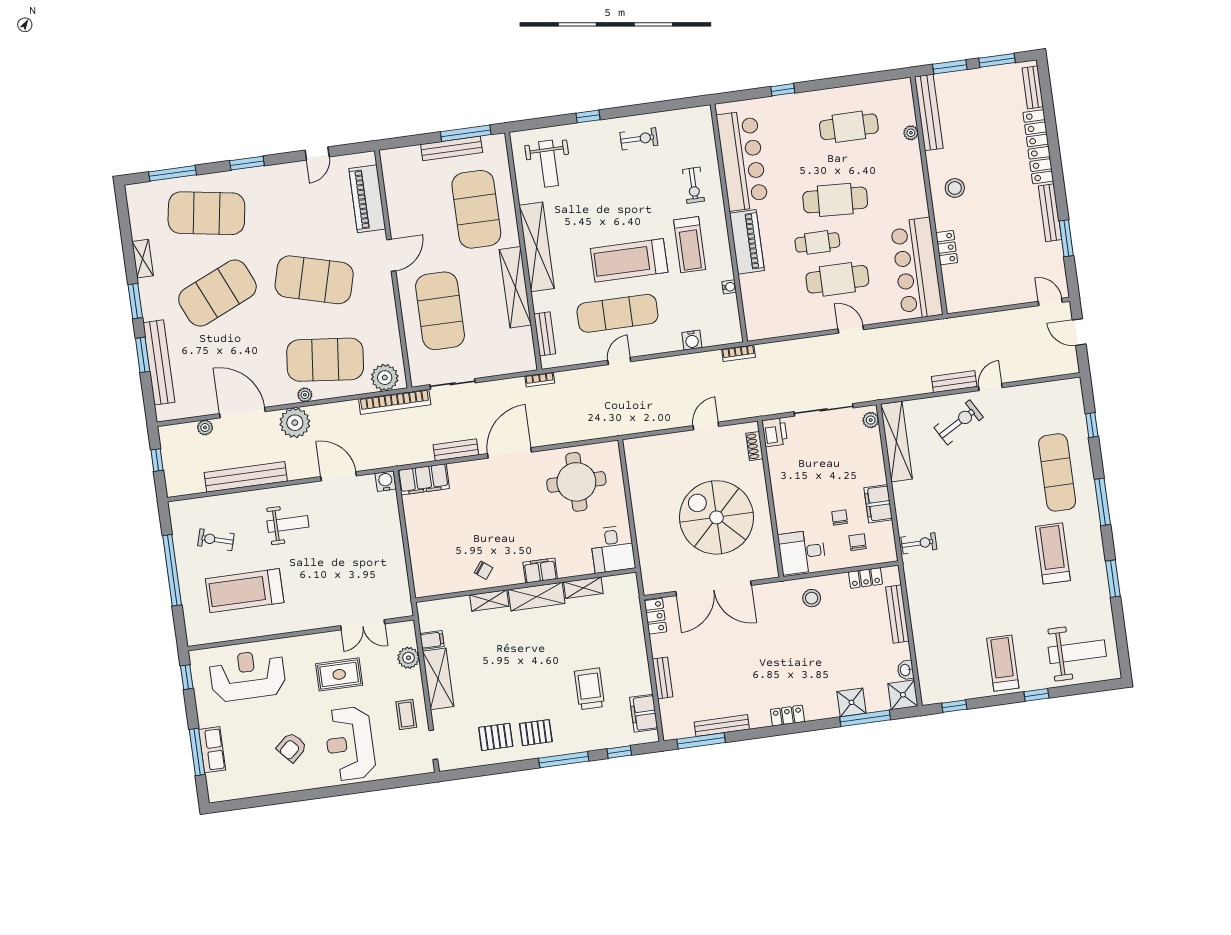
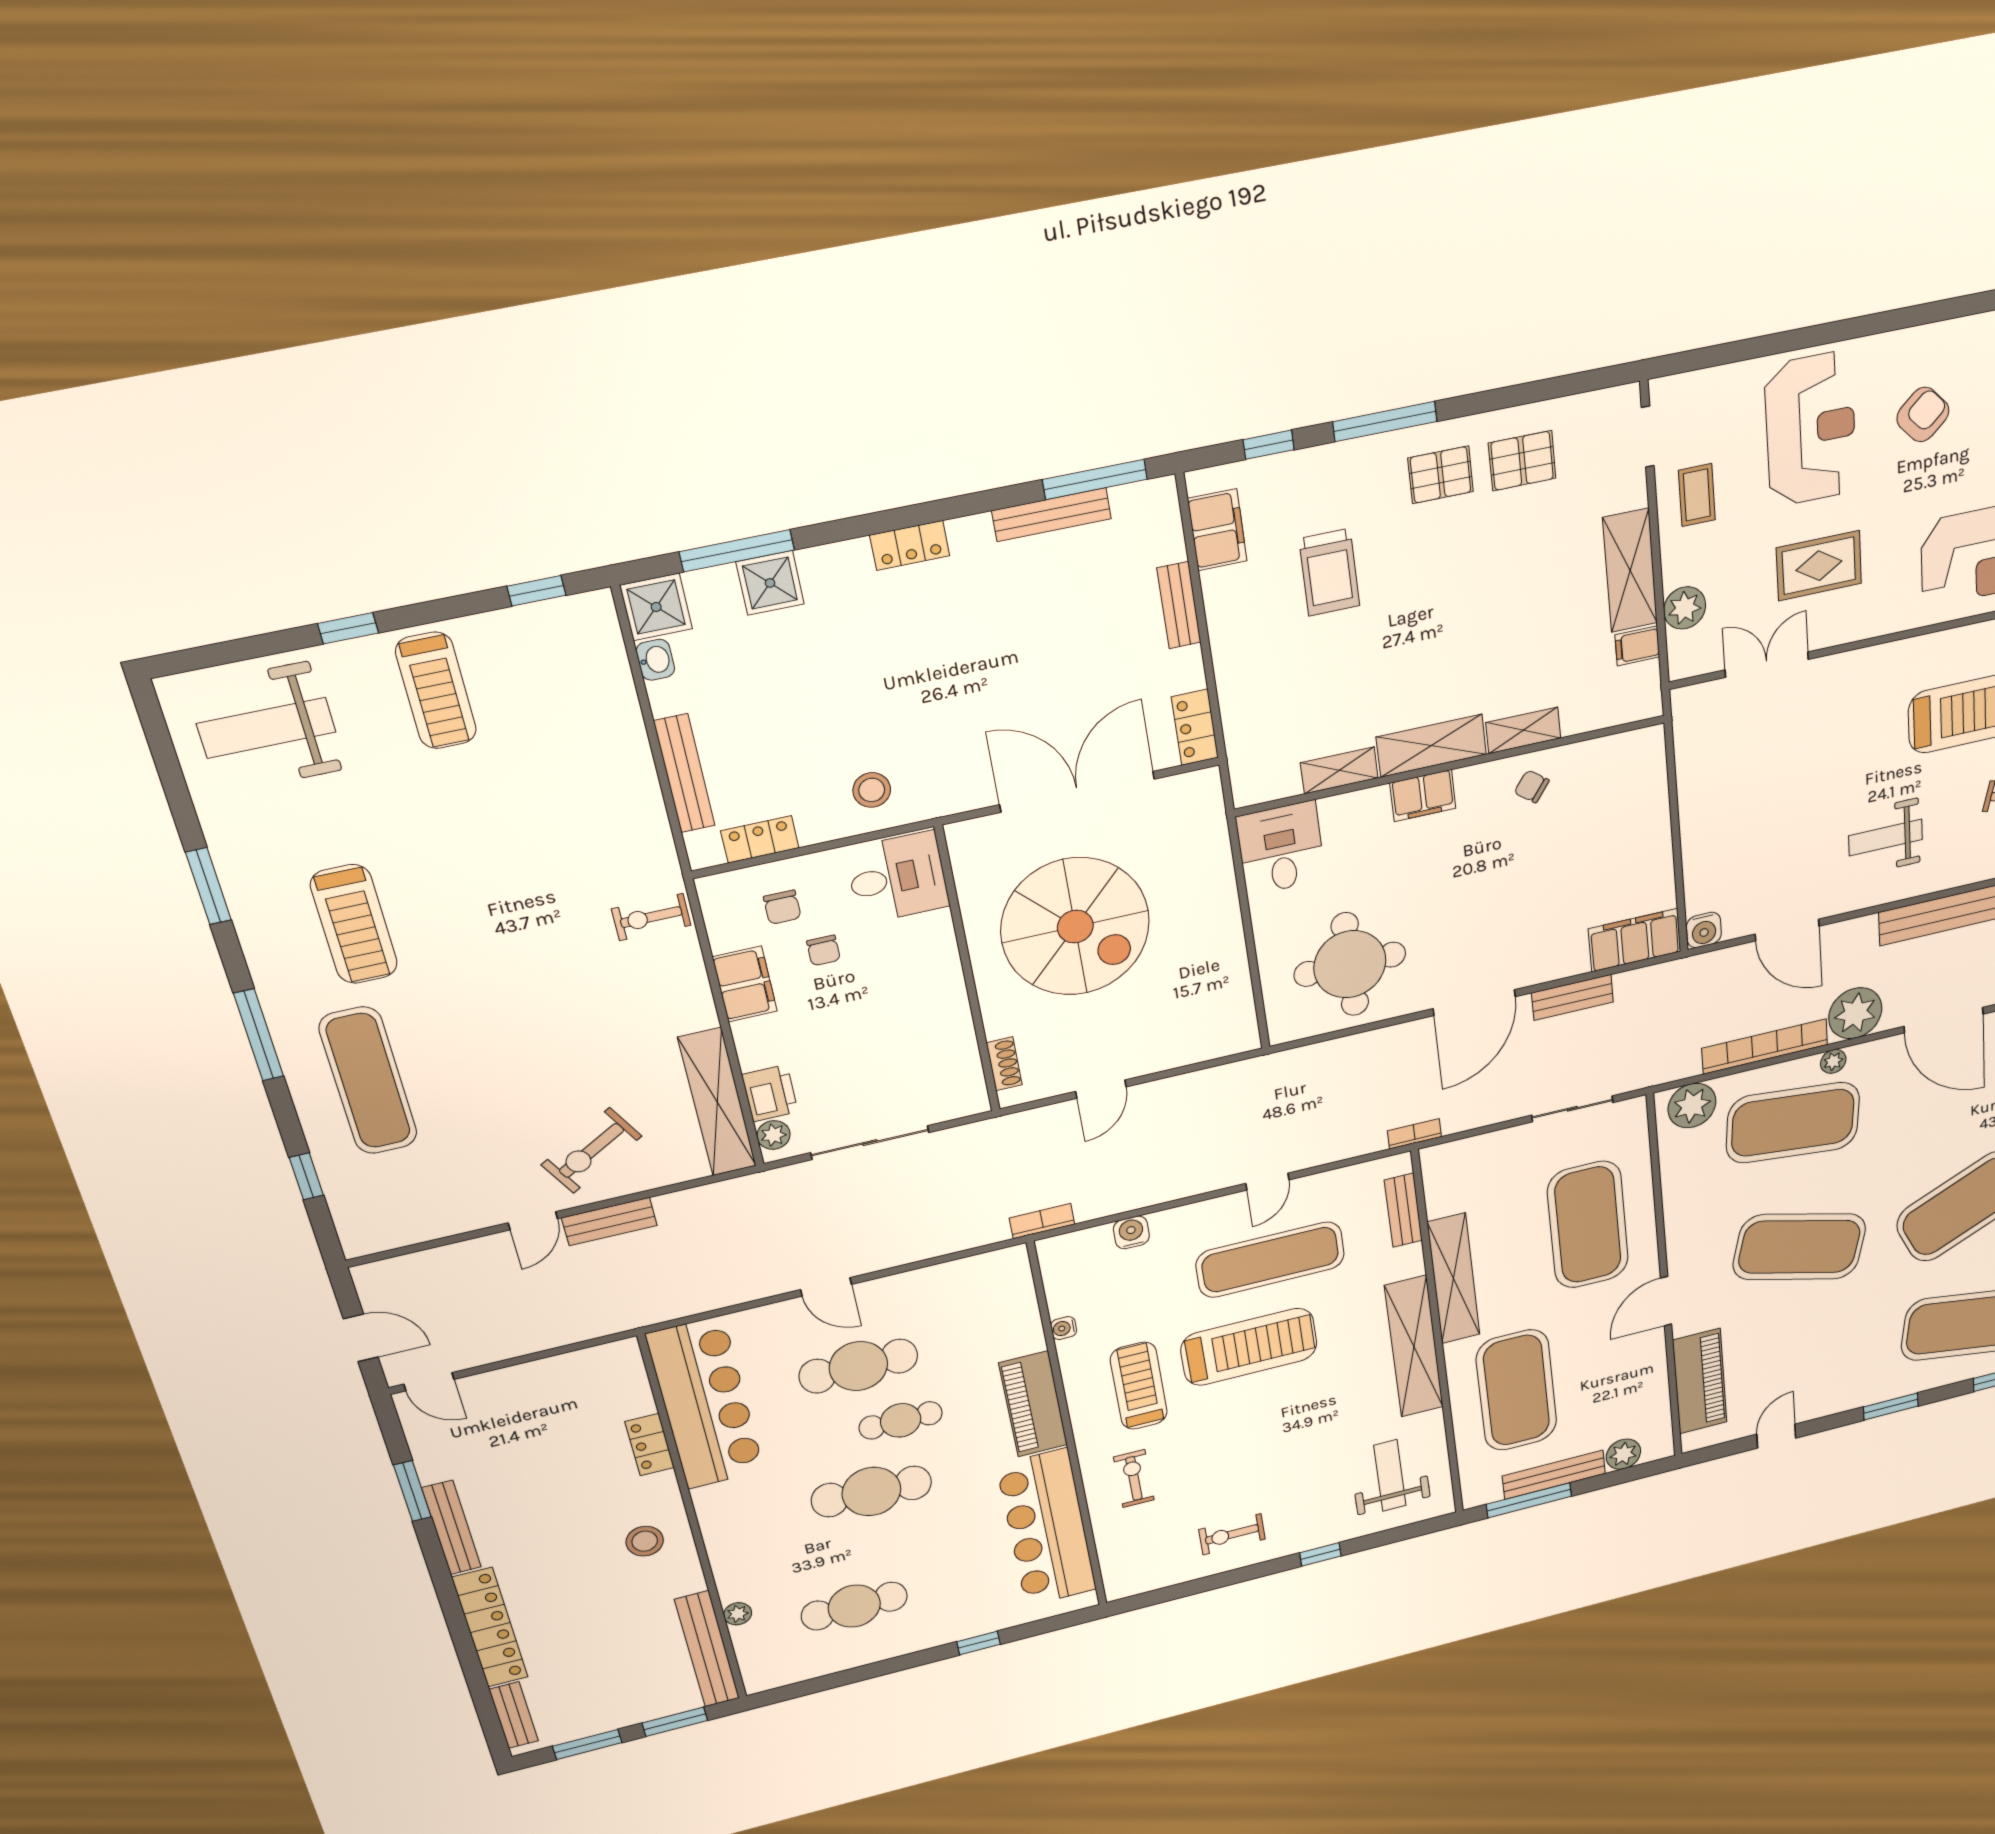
plant: (410, 156) -> (1623, 1454), added
bookcase: (395, 402) -> (1765, 1047), moved
printer: (775, 432) -> (770, 1093), moved, turned 180

